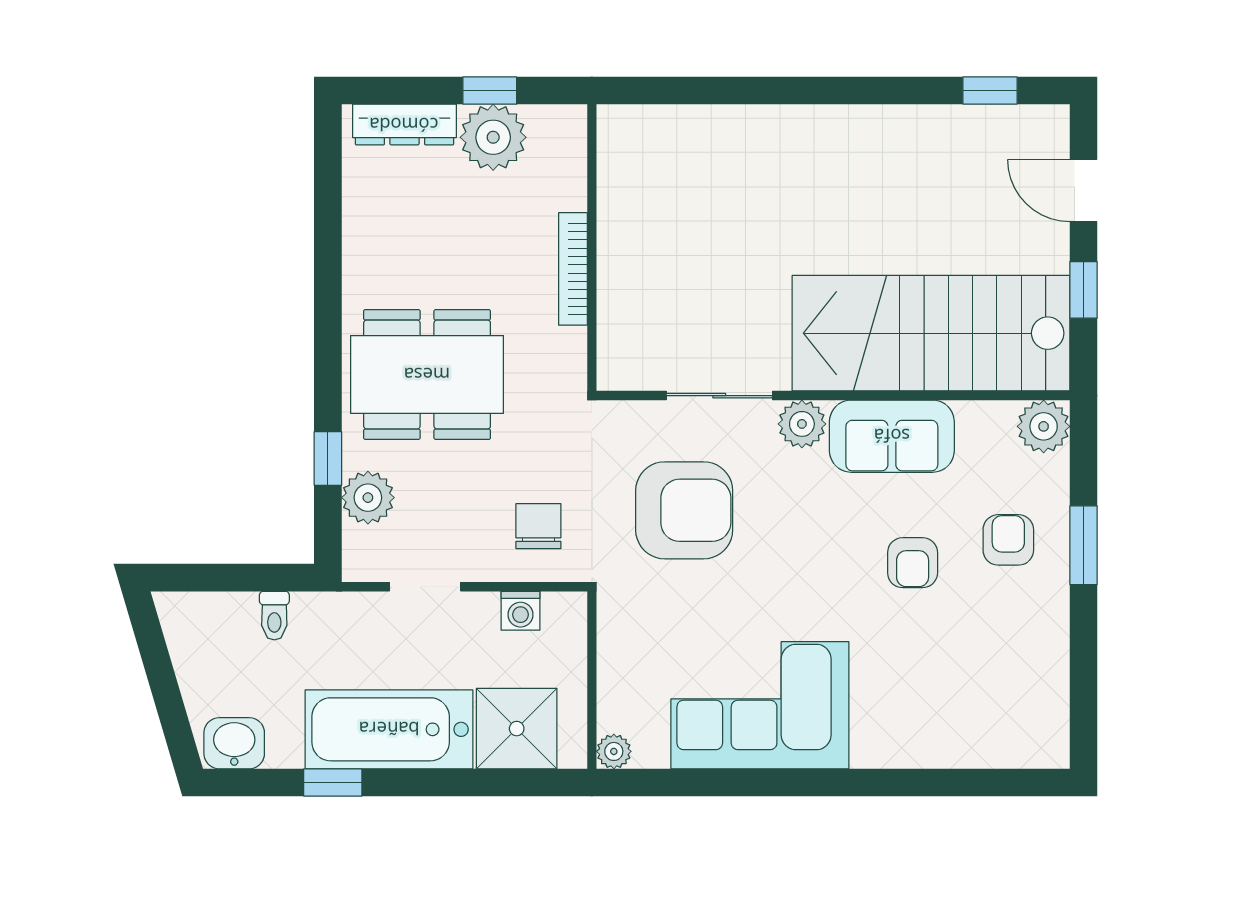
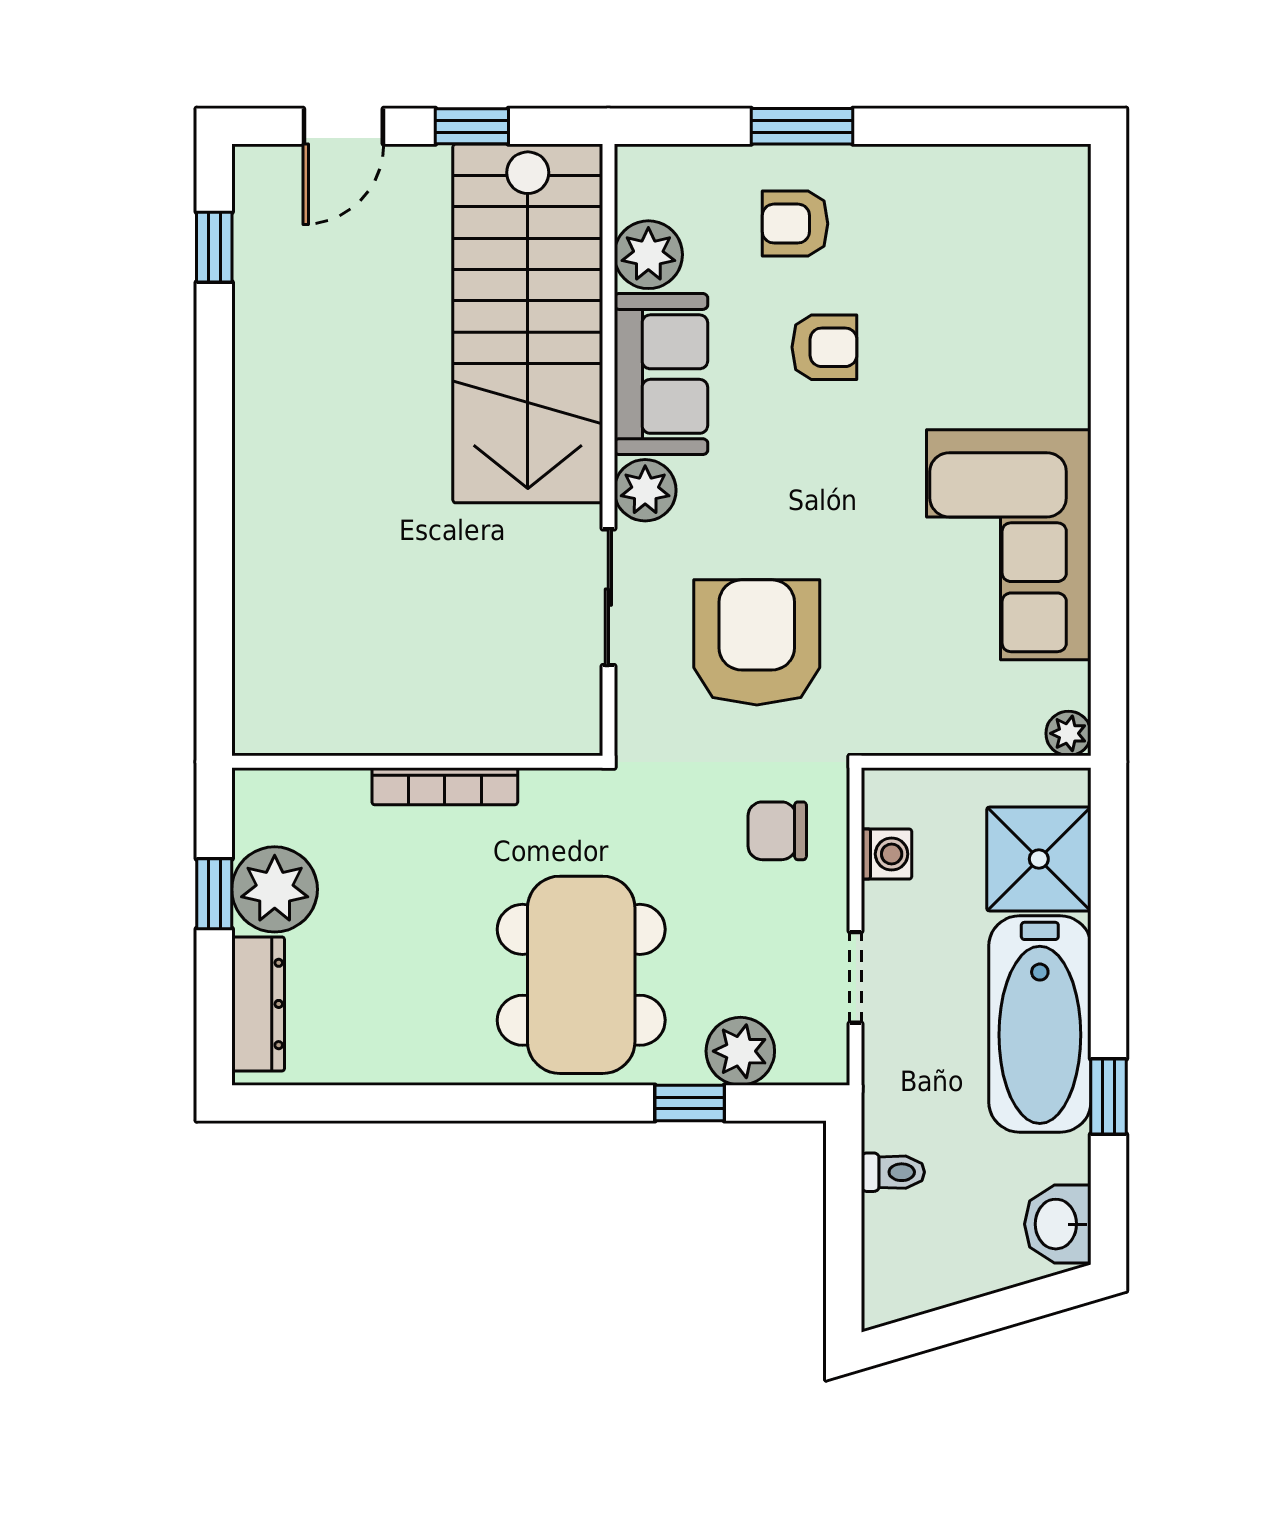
plant: (1044, 426) -> (648, 255), moved

